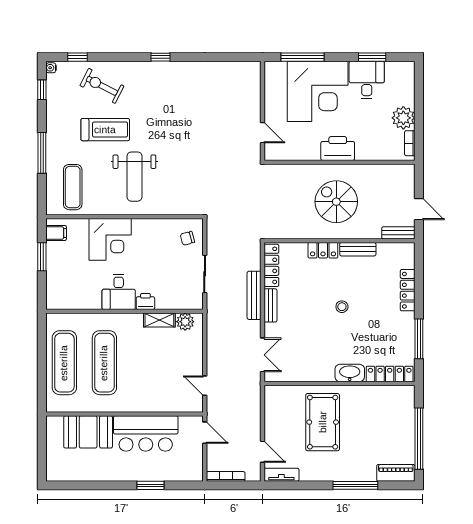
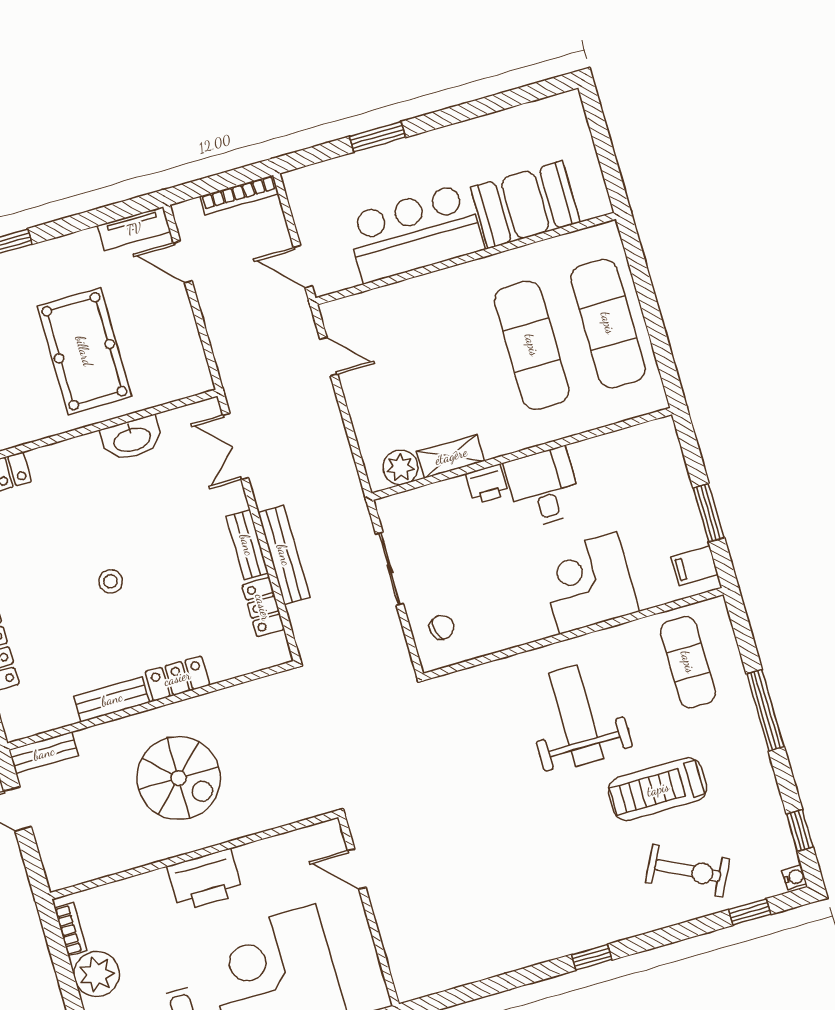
locker: (271, 265) -> (263, 607), width x0.66
washbasin: (350, 373) -> (132, 439), moved

